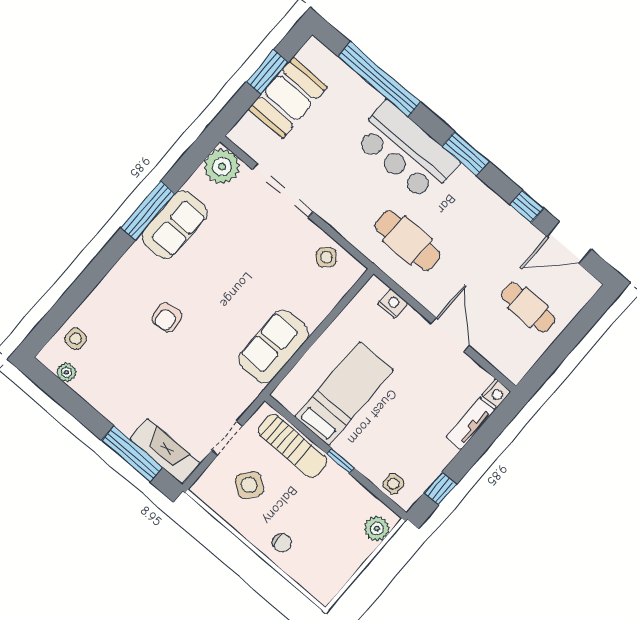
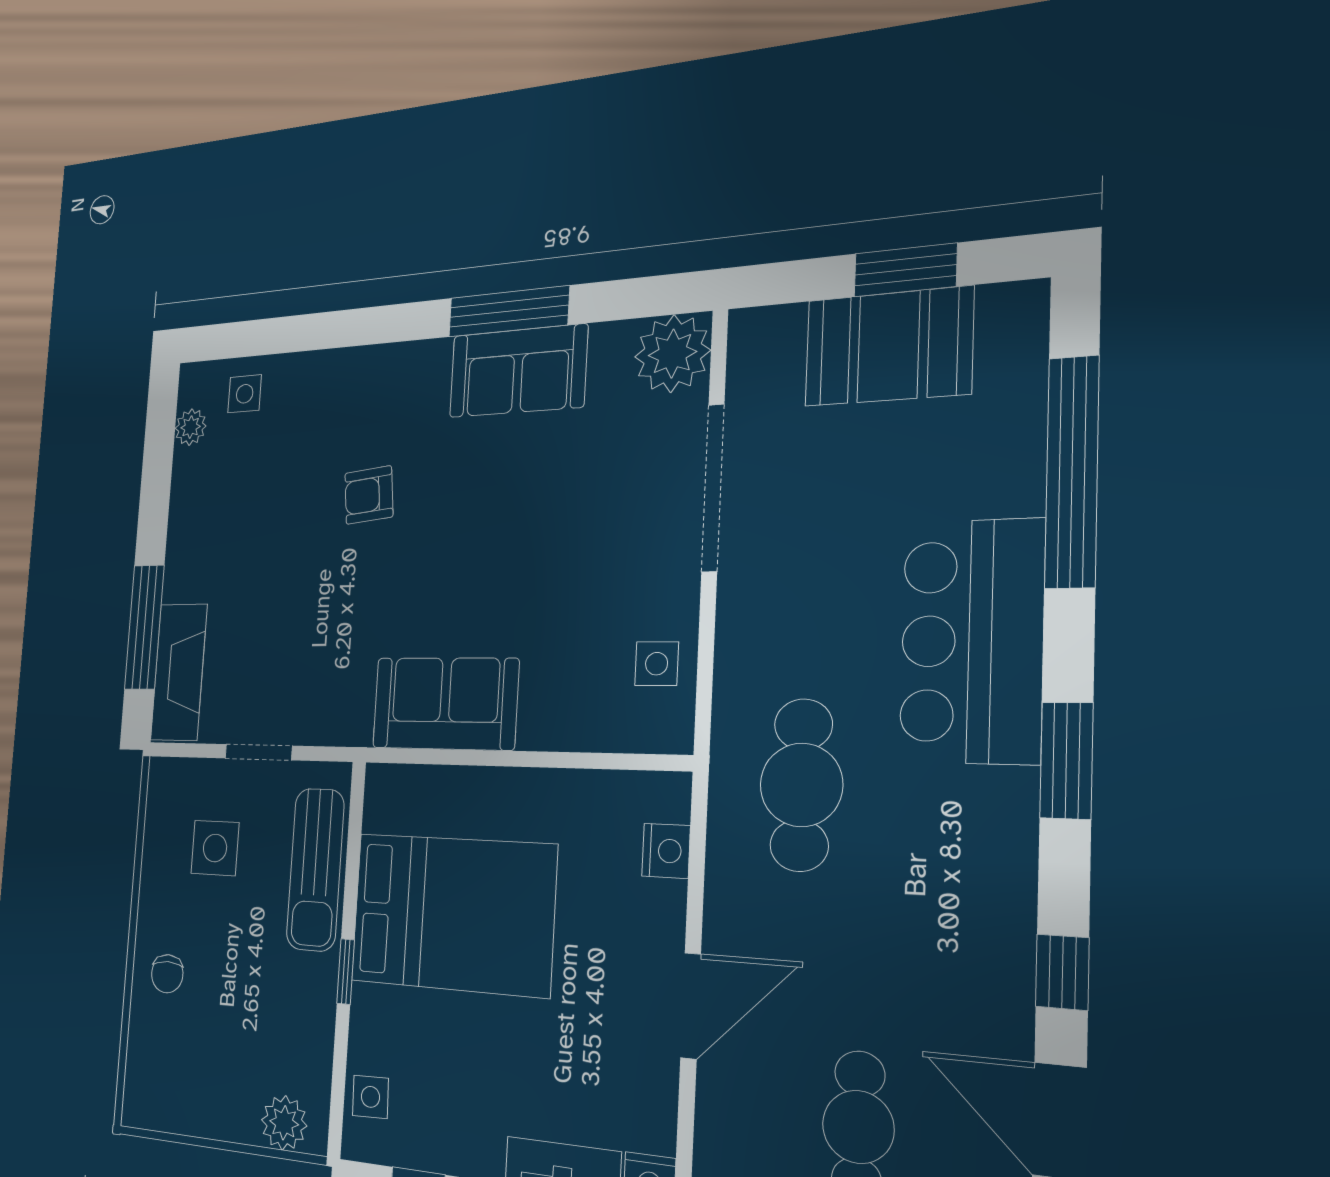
side table: (326, 257) -> (657, 664), turned 45
bed: (344, 393) -> (452, 914), width x1.50
side table: (249, 485) -> (215, 848), turned -37

